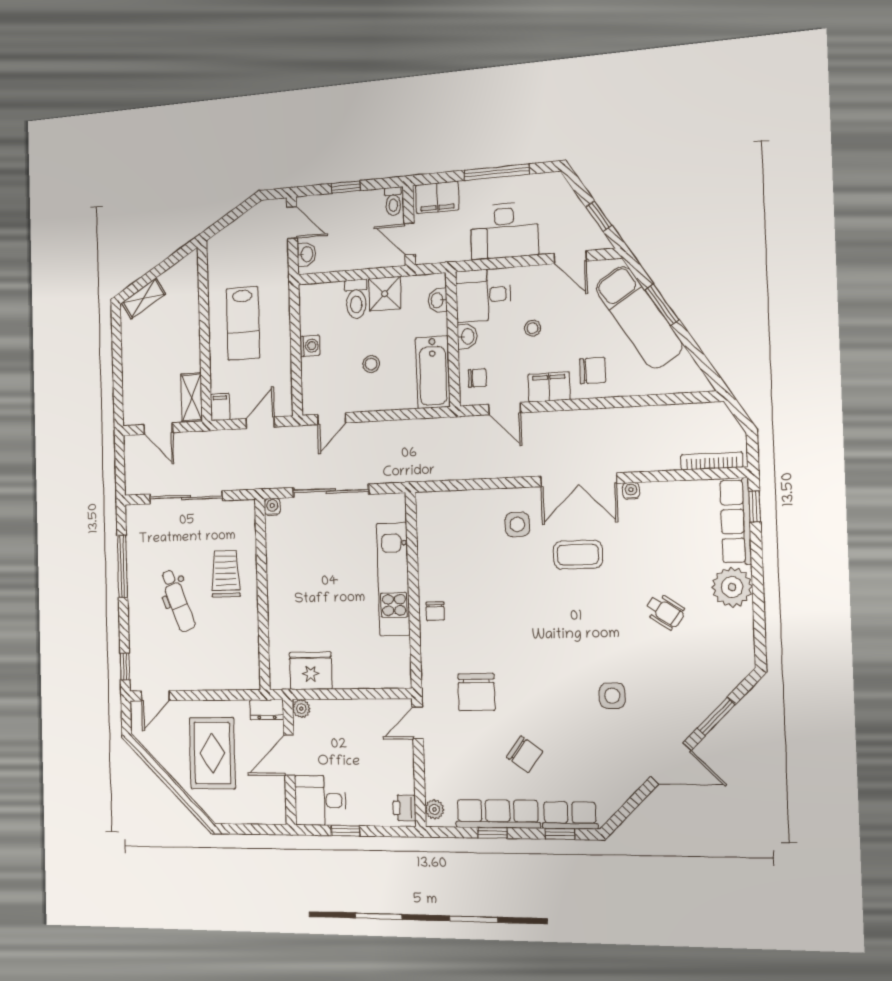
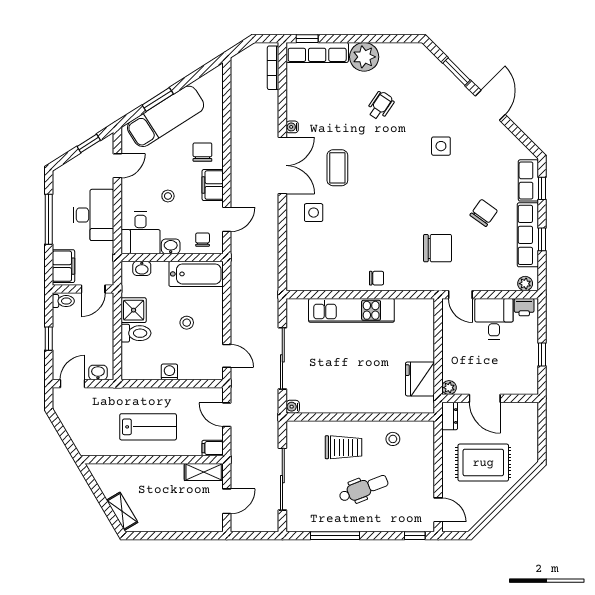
trolley: (226, 574) -> (344, 447), turned 180
stool: (237, 637) -> (393, 439), added
desk: (320, 800) -> (494, 319), moved, turned 180

